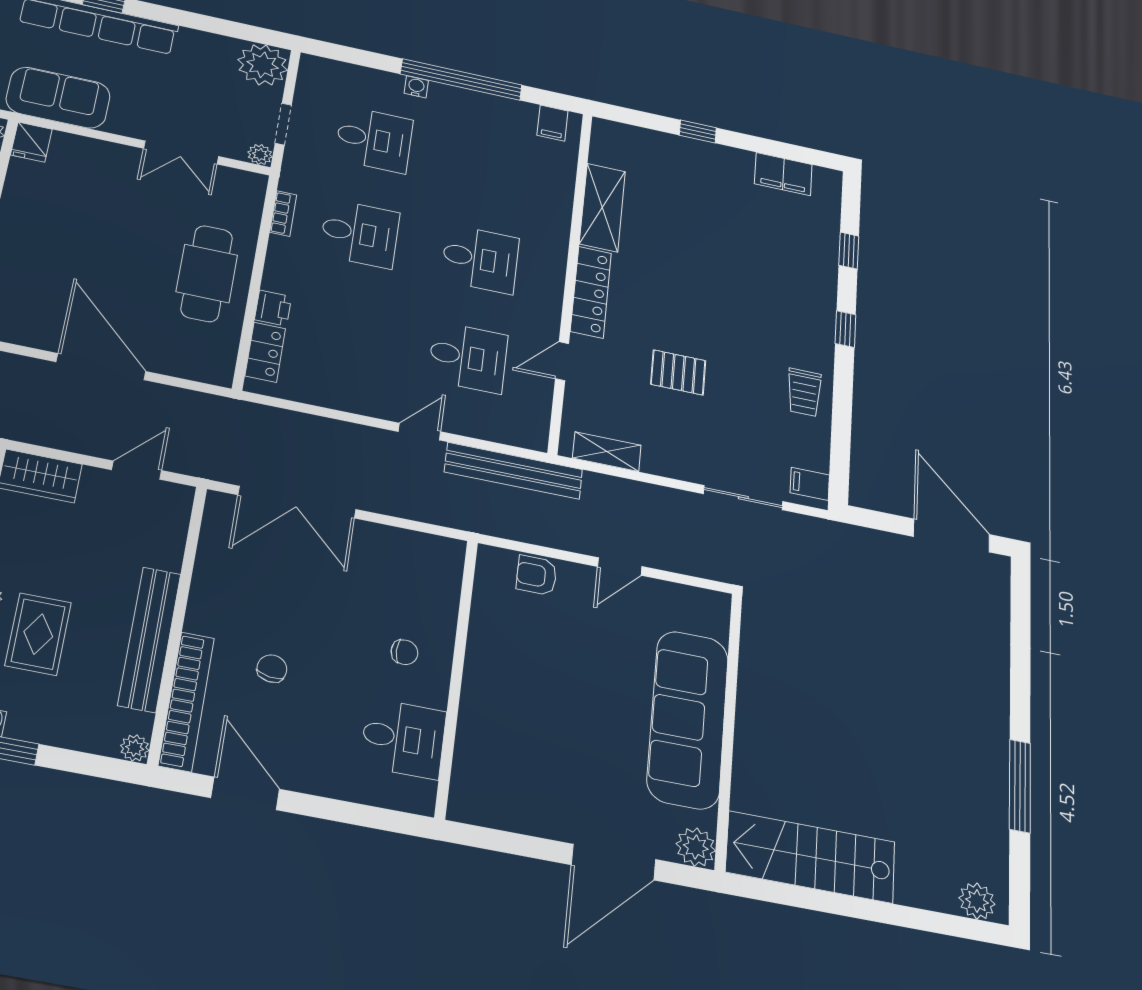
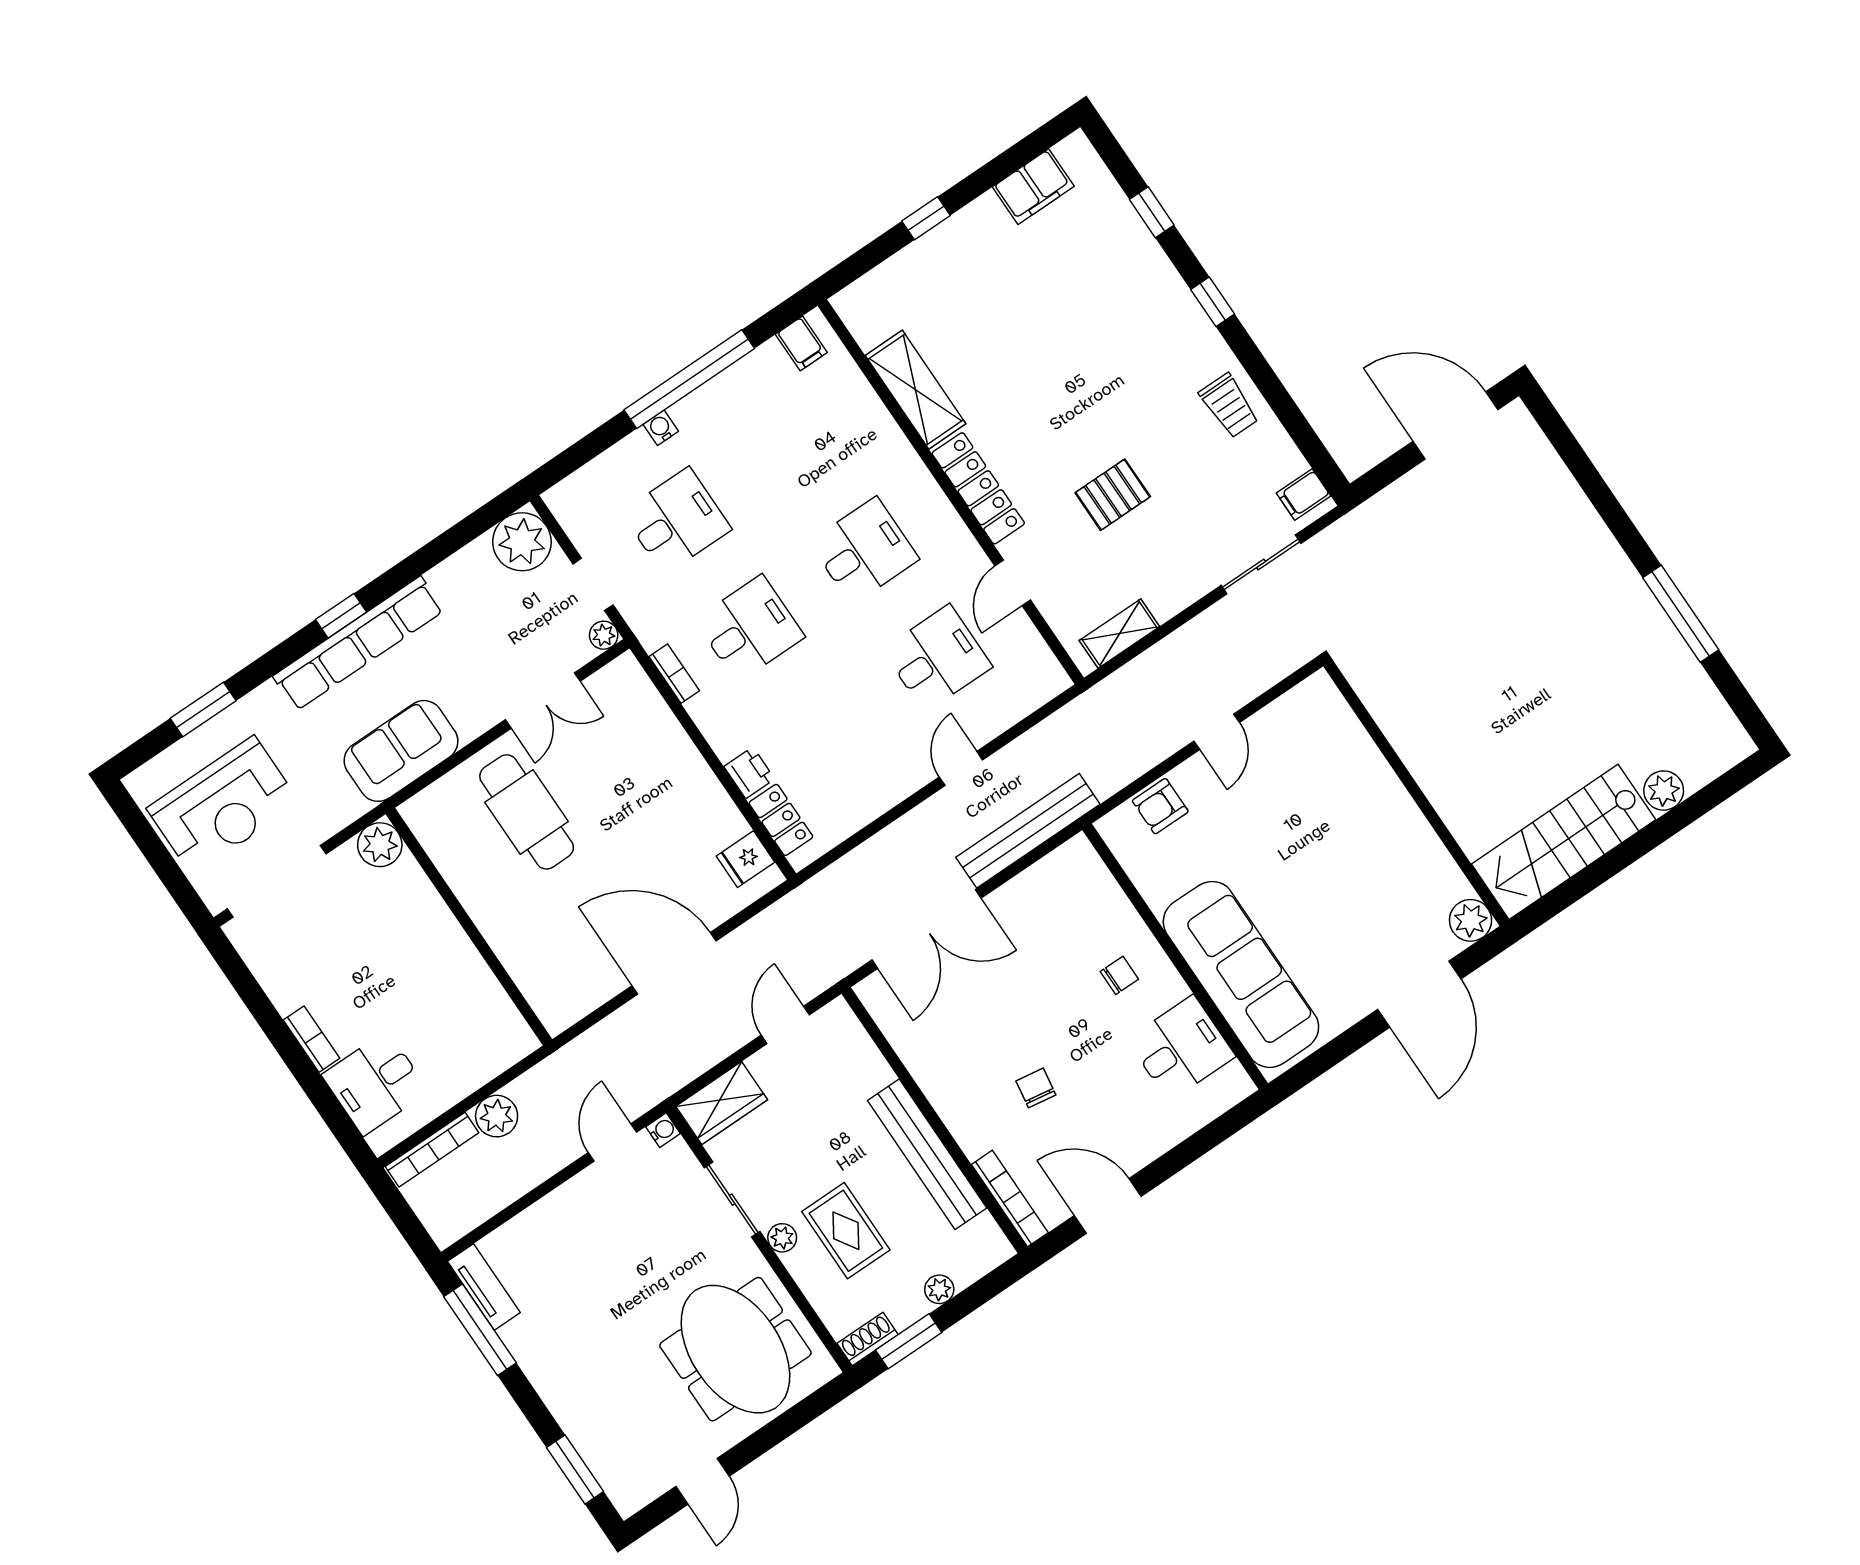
fridge: (31, 142) -> (745, 859), moved, turned 90
cafe table: (207, 273) -> (527, 812), moved
bench: (514, 471) -> (1028, 831), moved
bookcase: (186, 701) -> (1010, 1199), width x0.68, depth x0.76
sofa: (688, 719) -> (1241, 974), moved, turned 180
plant: (135, 748) -> (939, 1289), moved
plant: (977, 901) -> (1664, 791), moved

